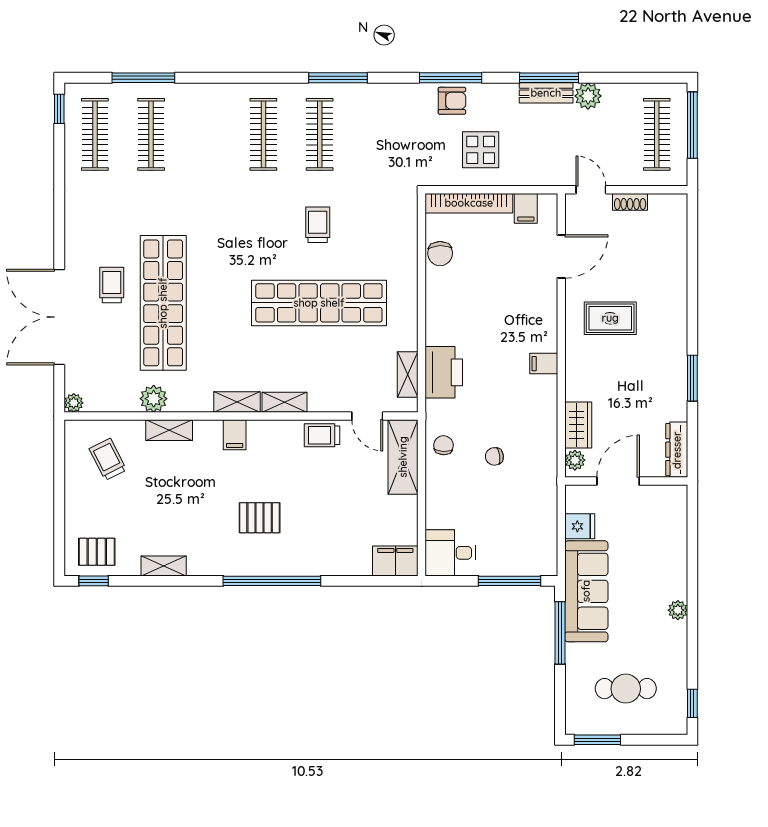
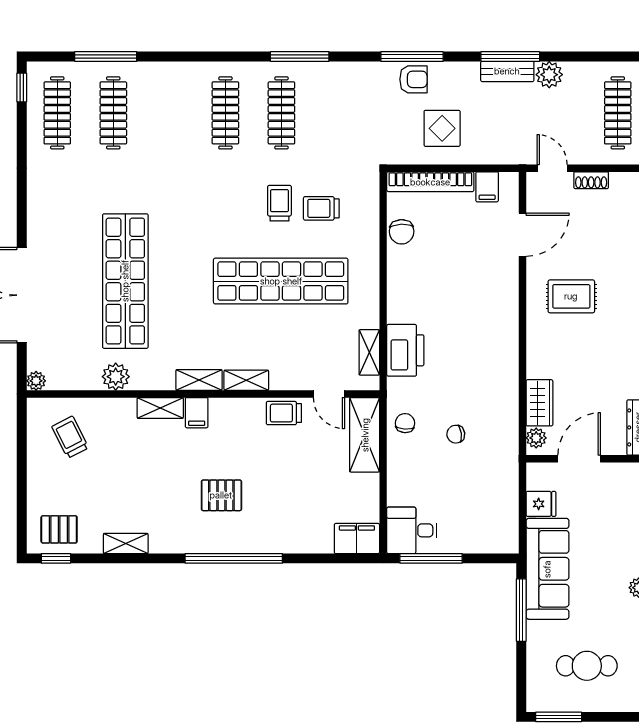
trolley: (112, 285) -> (321, 208), moved, turned -90
filing cabinet: (544, 364) -> (505, 342), removed
shelving: (169, 430) -> (160, 408), moved
window: (510, 581) -> (431, 558), moved

